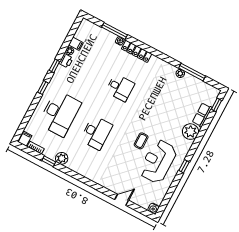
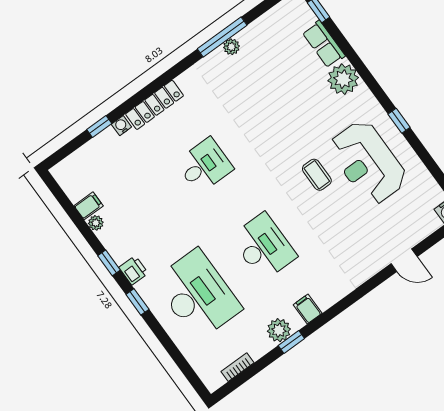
window: (114, 31) -> (99, 126), width x0.46
printer: (66, 61) -> (133, 270), moved
window: (192, 72) -> (222, 37), moved
filing cabinet: (25, 139) -> (308, 309), moved
window: (49, 161) -> (291, 342), moved
door: (122, 200) -> (404, 260), swing flipped

